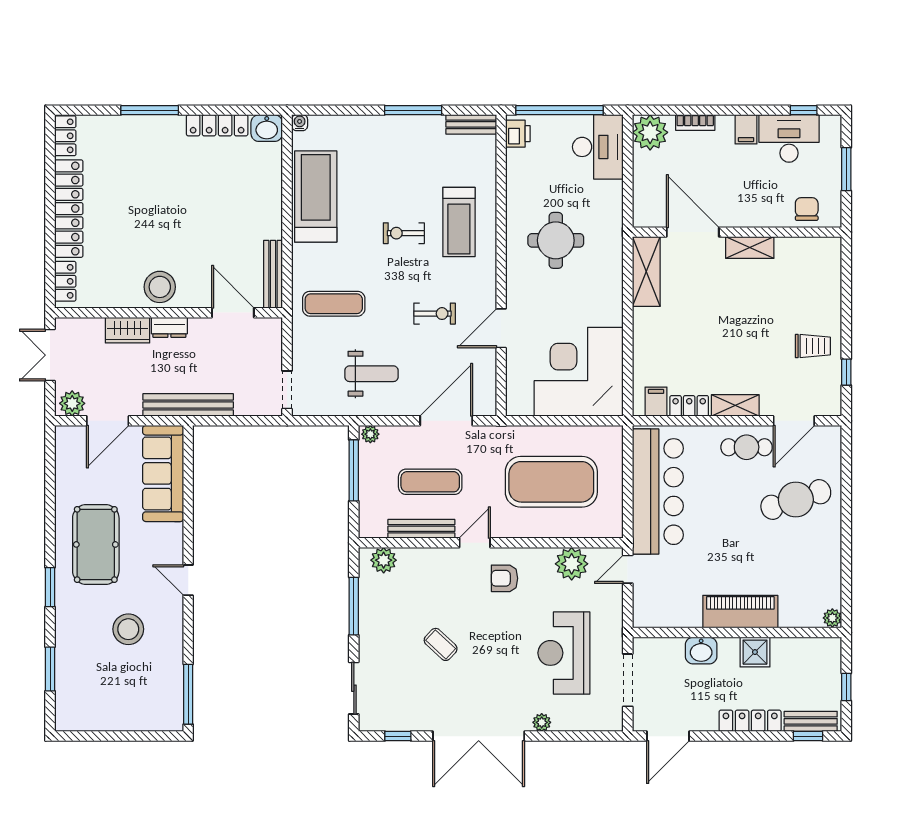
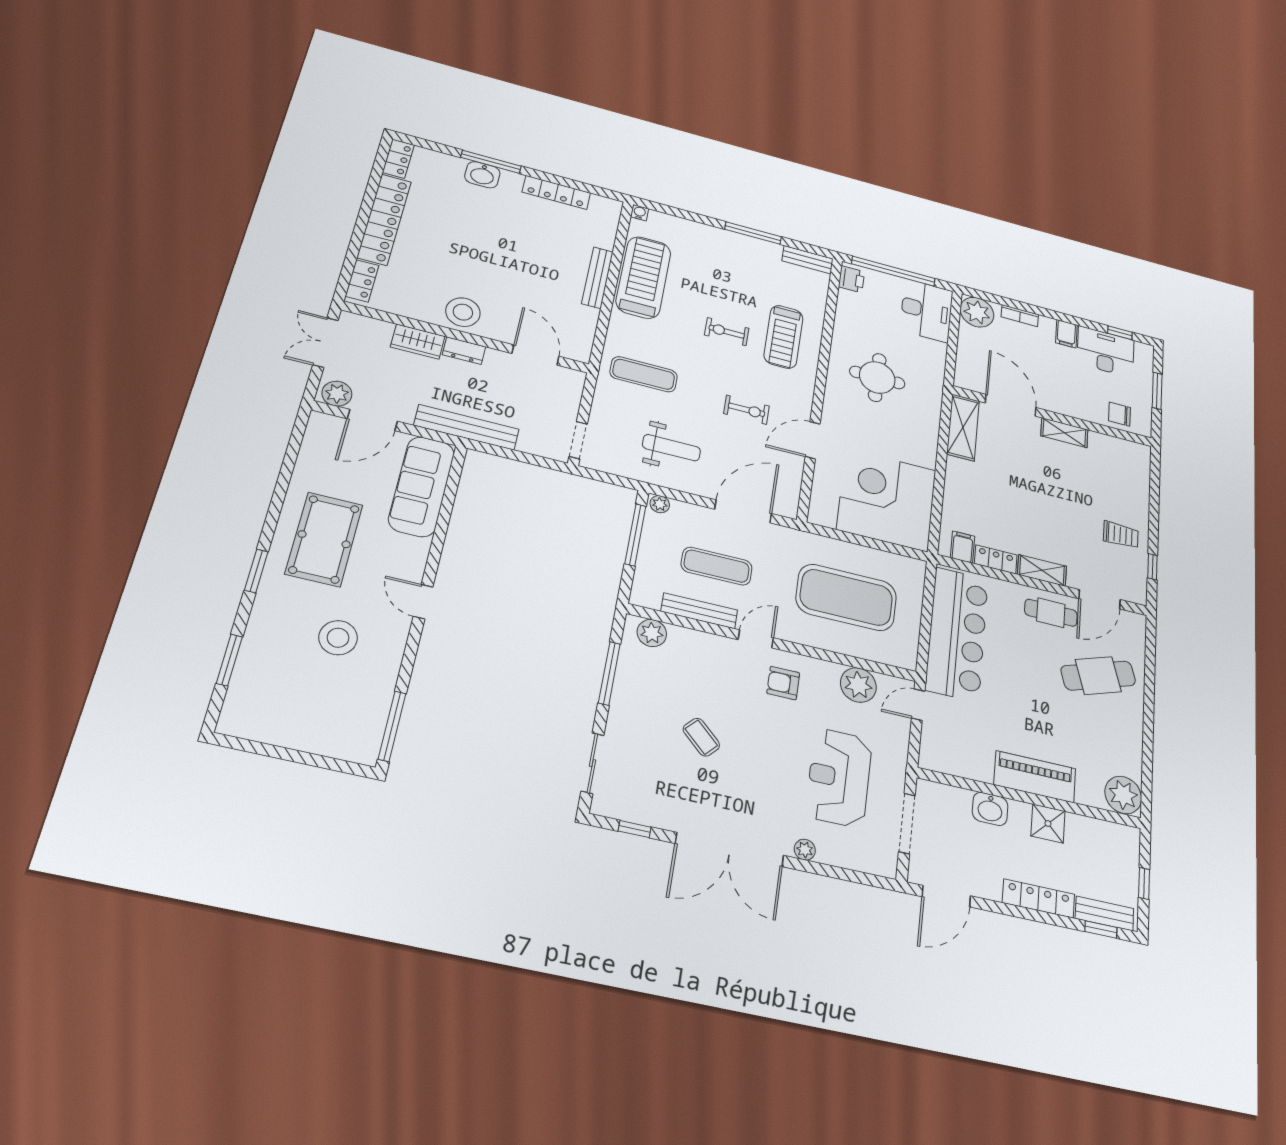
washbasin: (267, 128) -> (482, 175), moved
chair: (807, 209) -> (1119, 414), turned -90
bench: (273, 274) -> (597, 278), moved
plant: (832, 618) -> (1123, 795), width x1.88, depth x1.88

